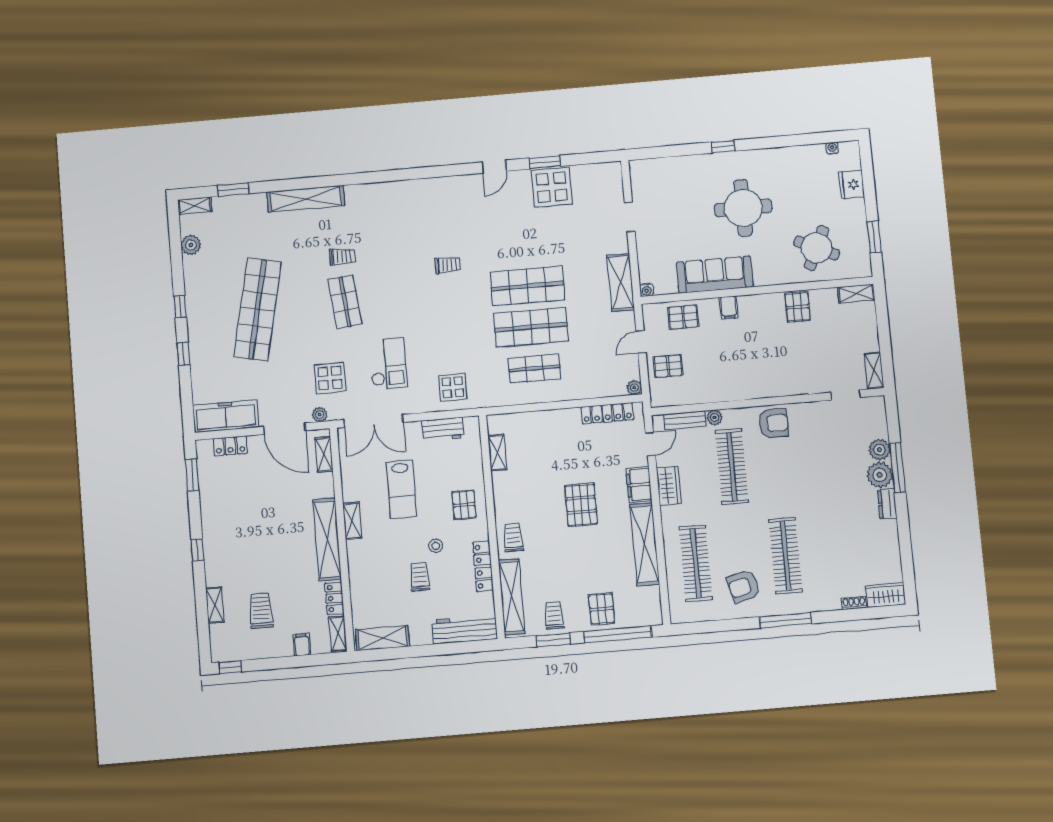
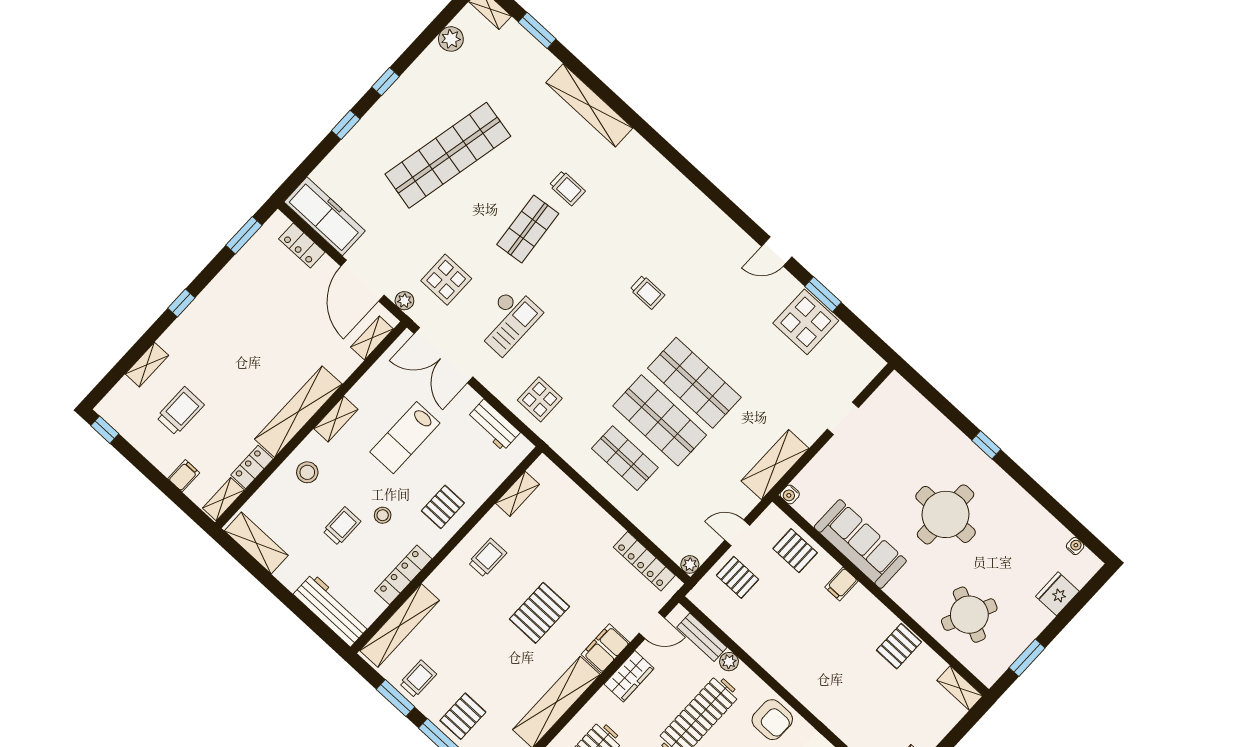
trolley: (513, 537) -> (487, 558), moved
stool: (368, 568) -> (307, 472), added

